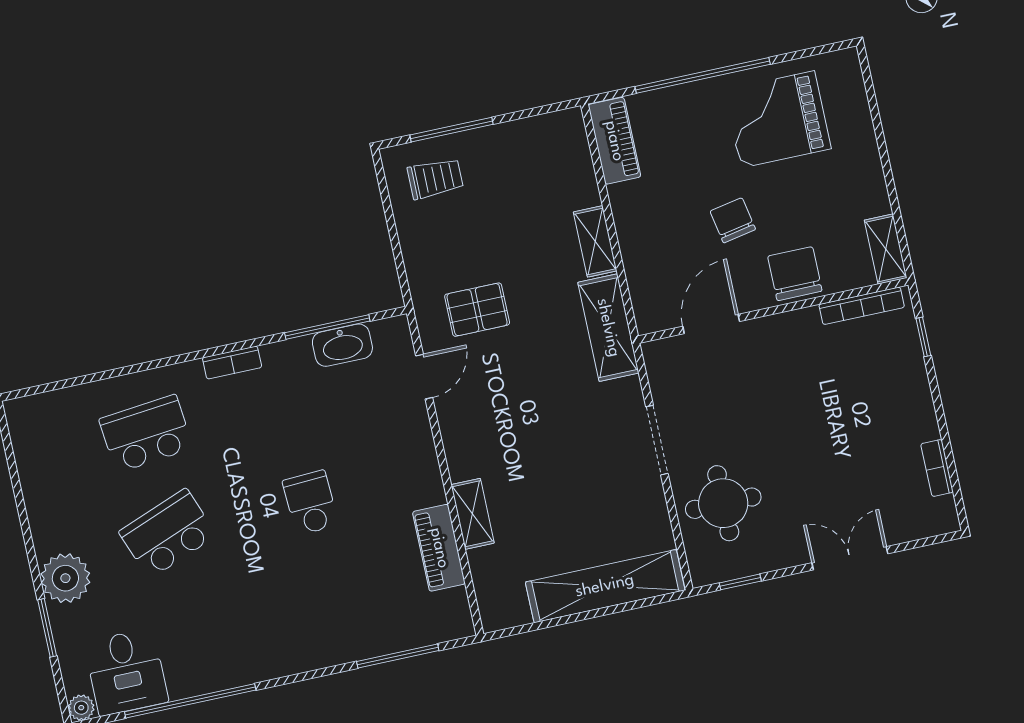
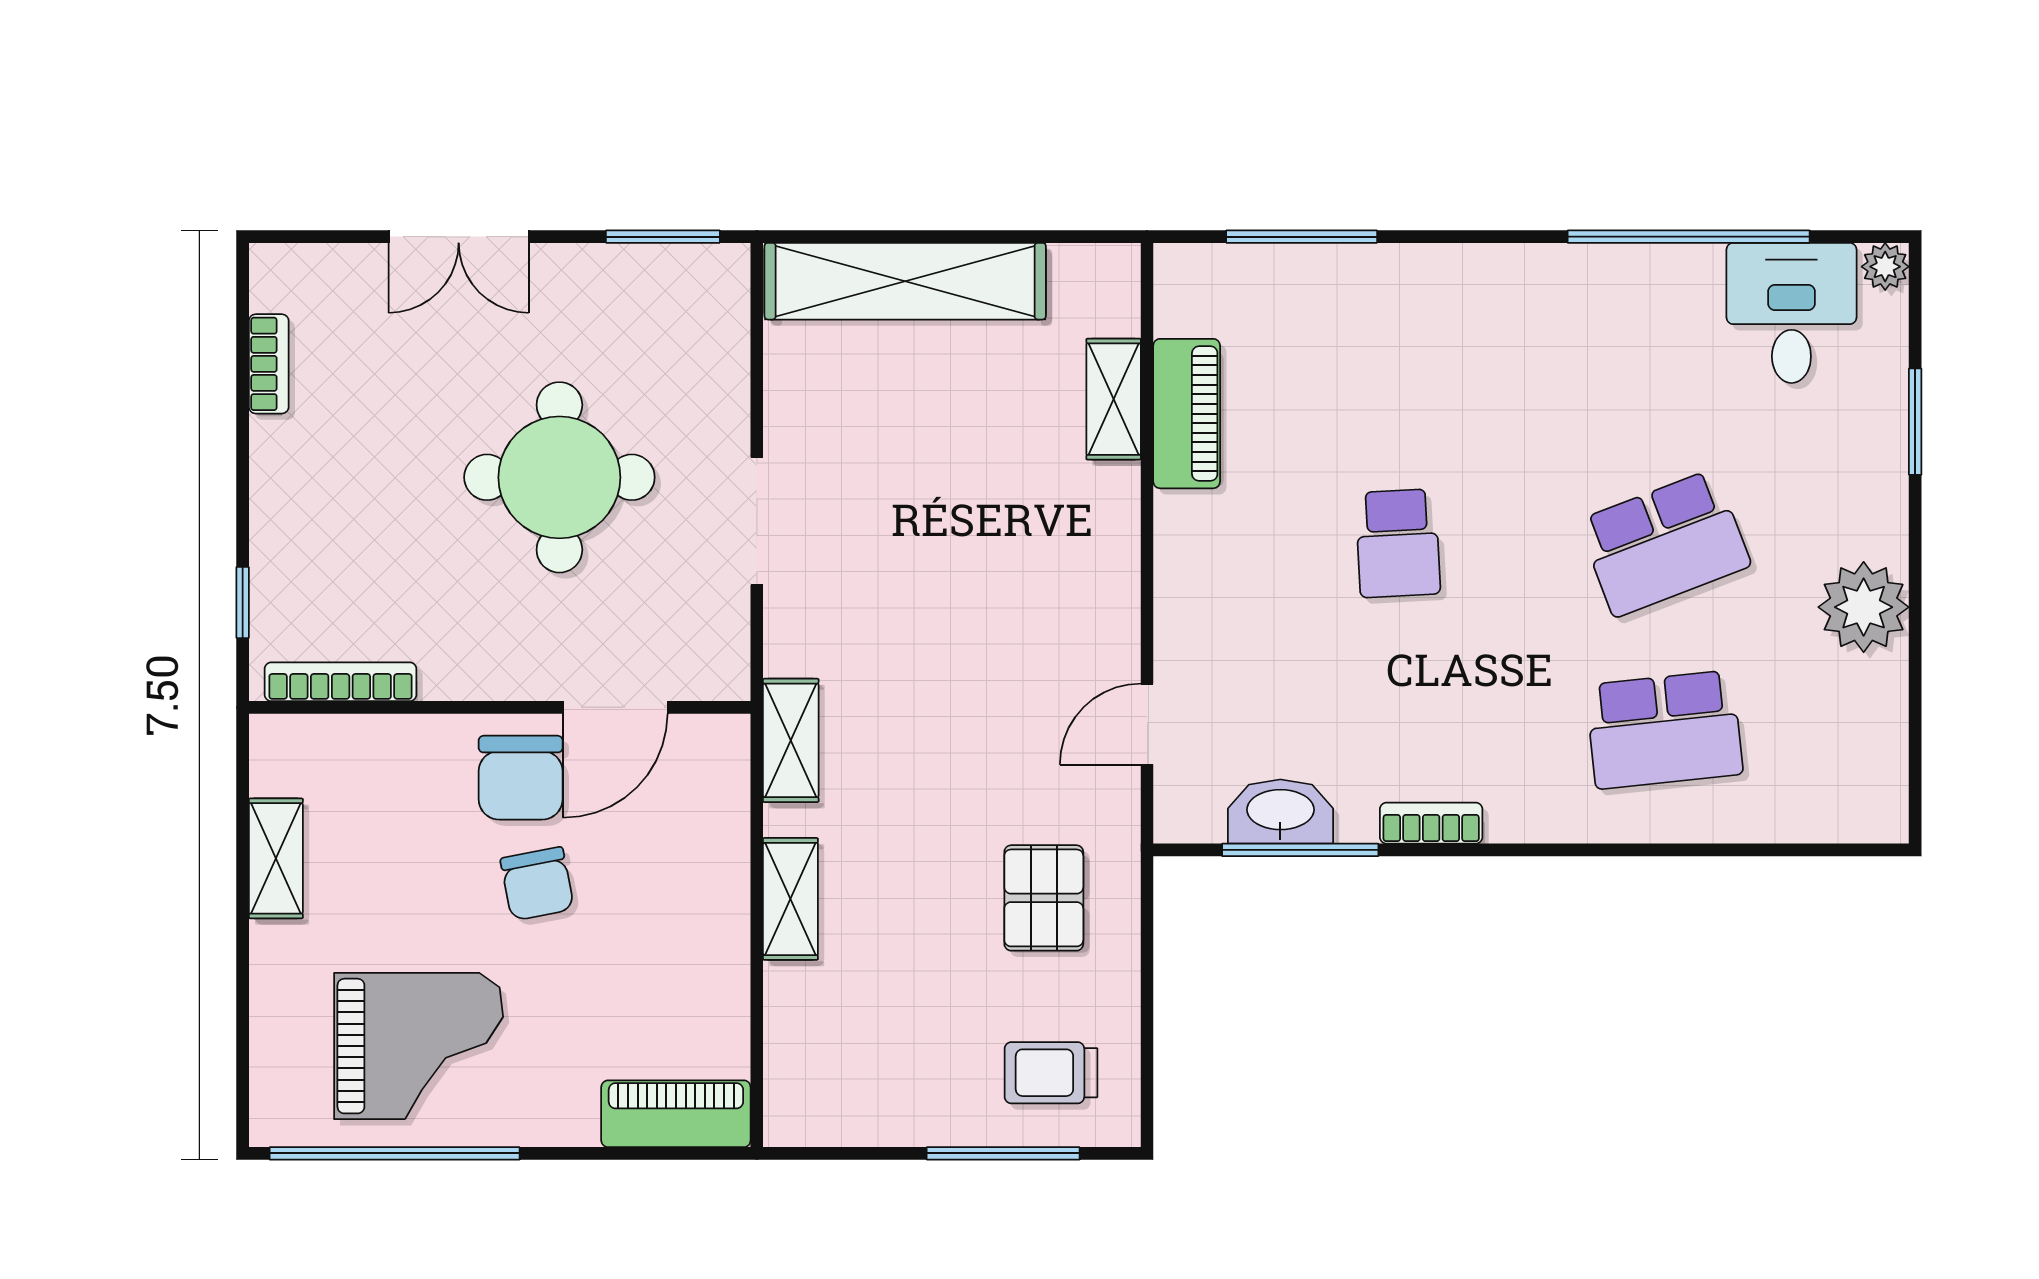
window: (703, 75) -> (395, 1153), moved
piano: (614, 141) -> (676, 1114), moved, turned 90
shelving: (886, 249) -> (276, 858), moved
chair: (795, 274) -> (521, 778), moved
pallet: (477, 310) -> (1044, 898), moved, turned 90
shelving: (608, 328) -> (791, 740), width x0.67, depth x0.75
bookcase: (232, 363) -> (1431, 823), moved
round table: (723, 503) -> (559, 477), moved, width x1.36, depth x1.36
shelving: (473, 514) -> (1114, 399), moved
plant: (65, 578) -> (1864, 607), moved
window: (740, 582) -> (663, 237), width x1.50

